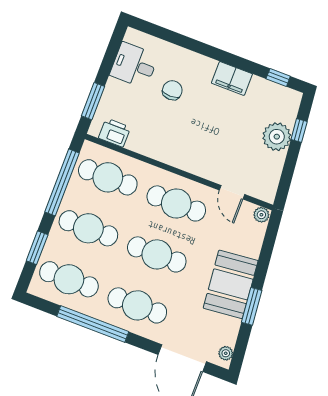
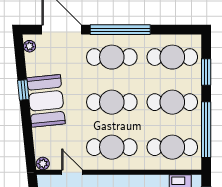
window: (252, 306) -> (23, 90), width x0.67
window: (93, 324) -> (120, 30), moved

